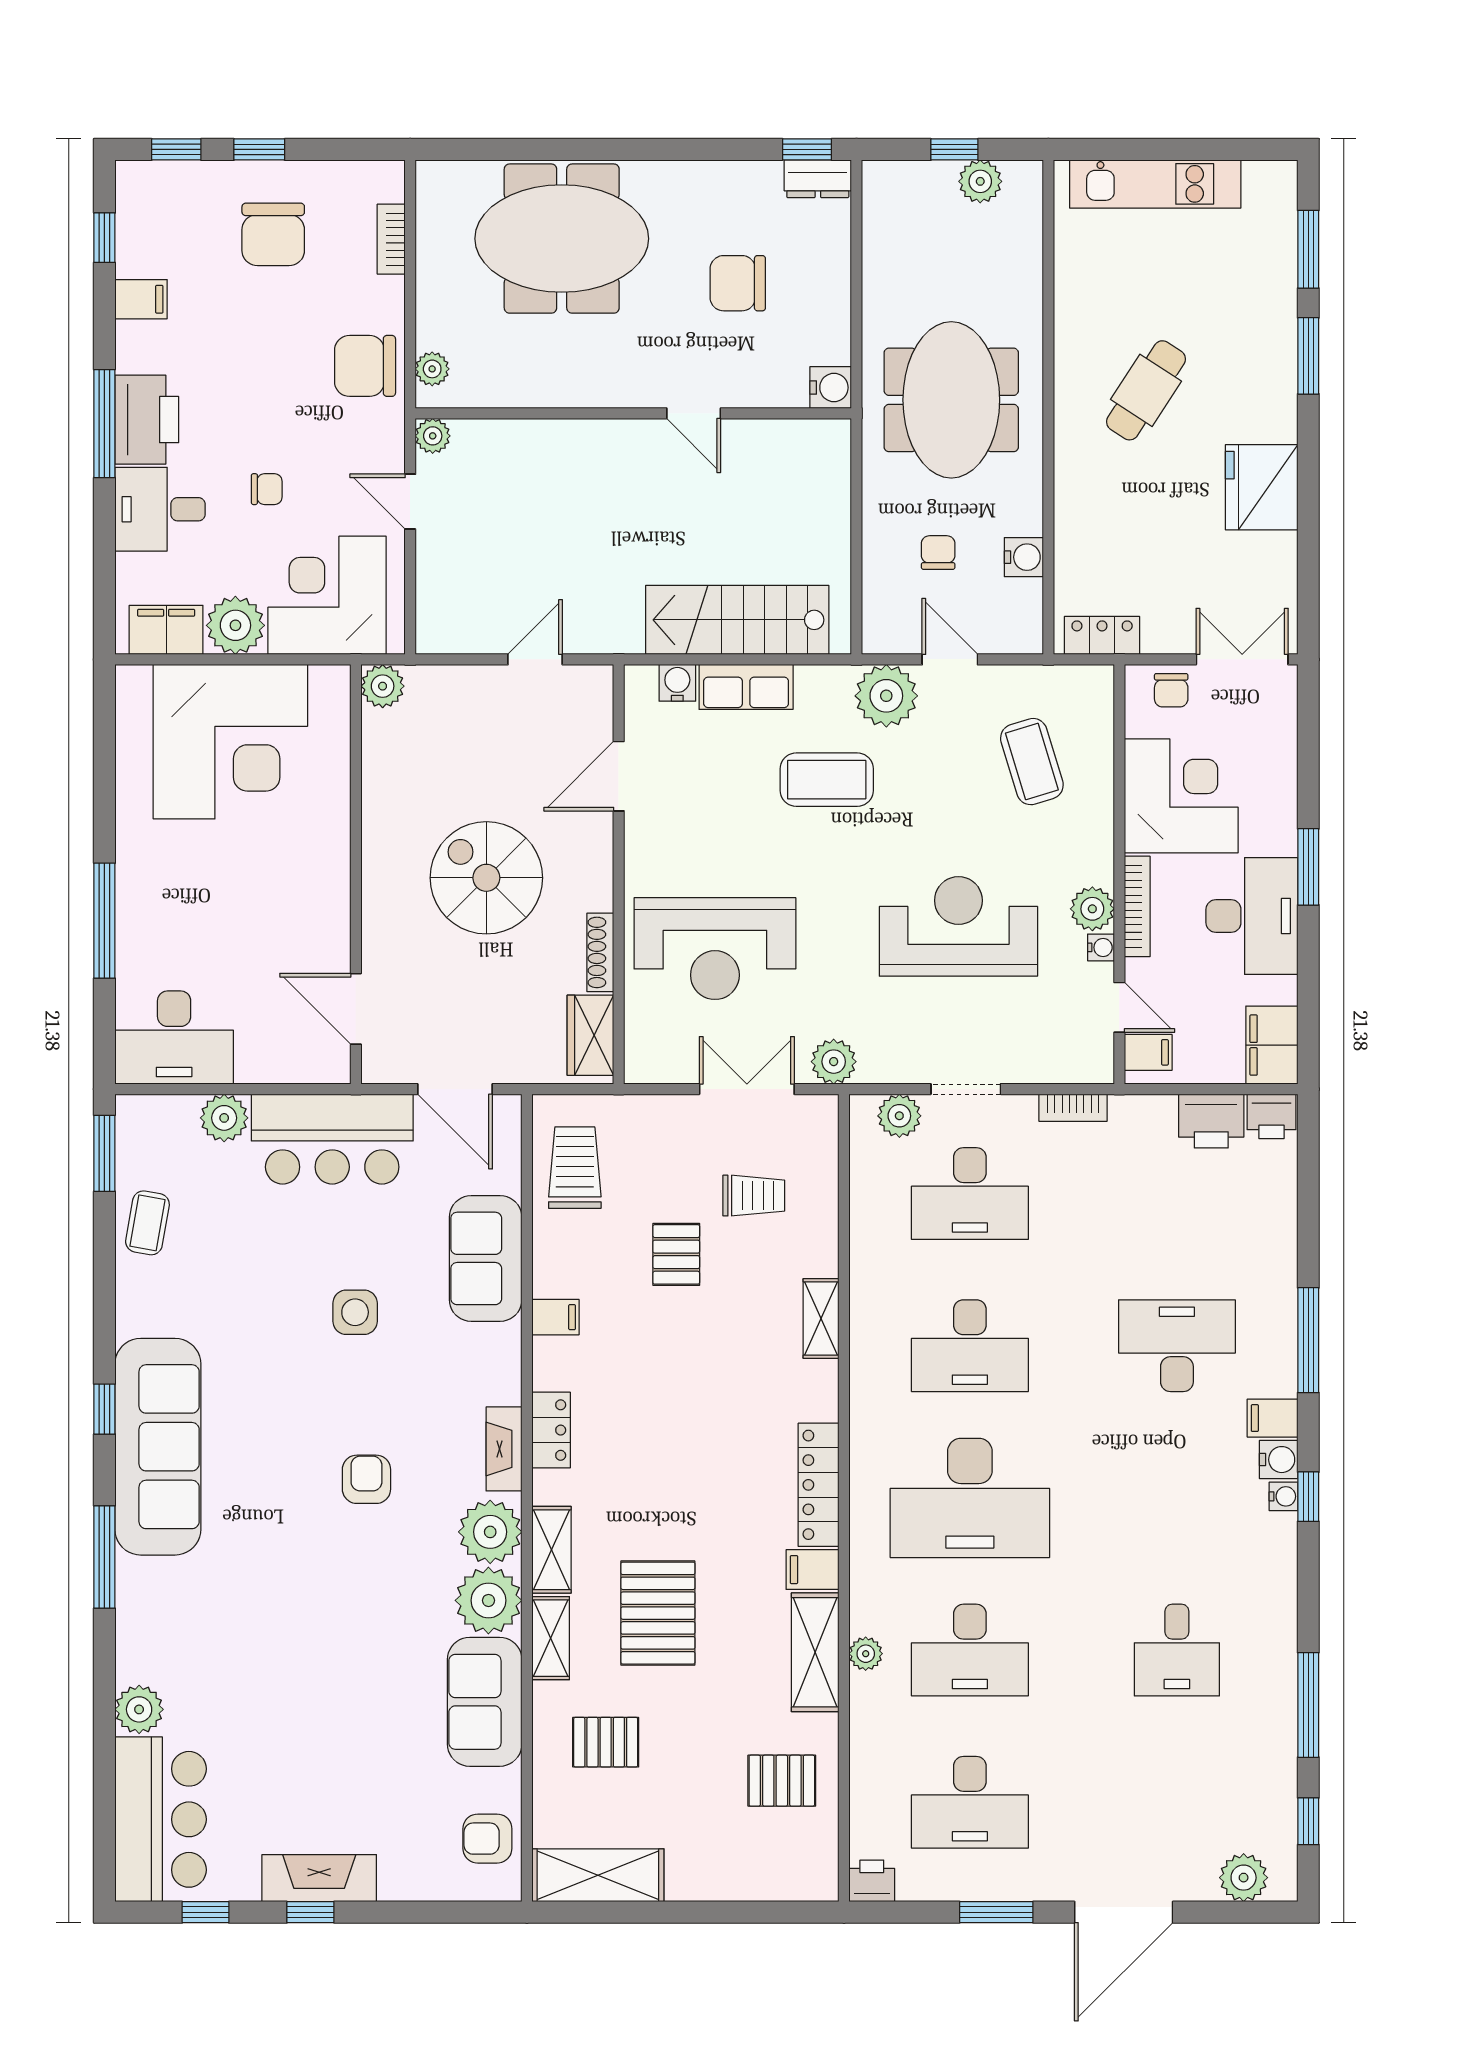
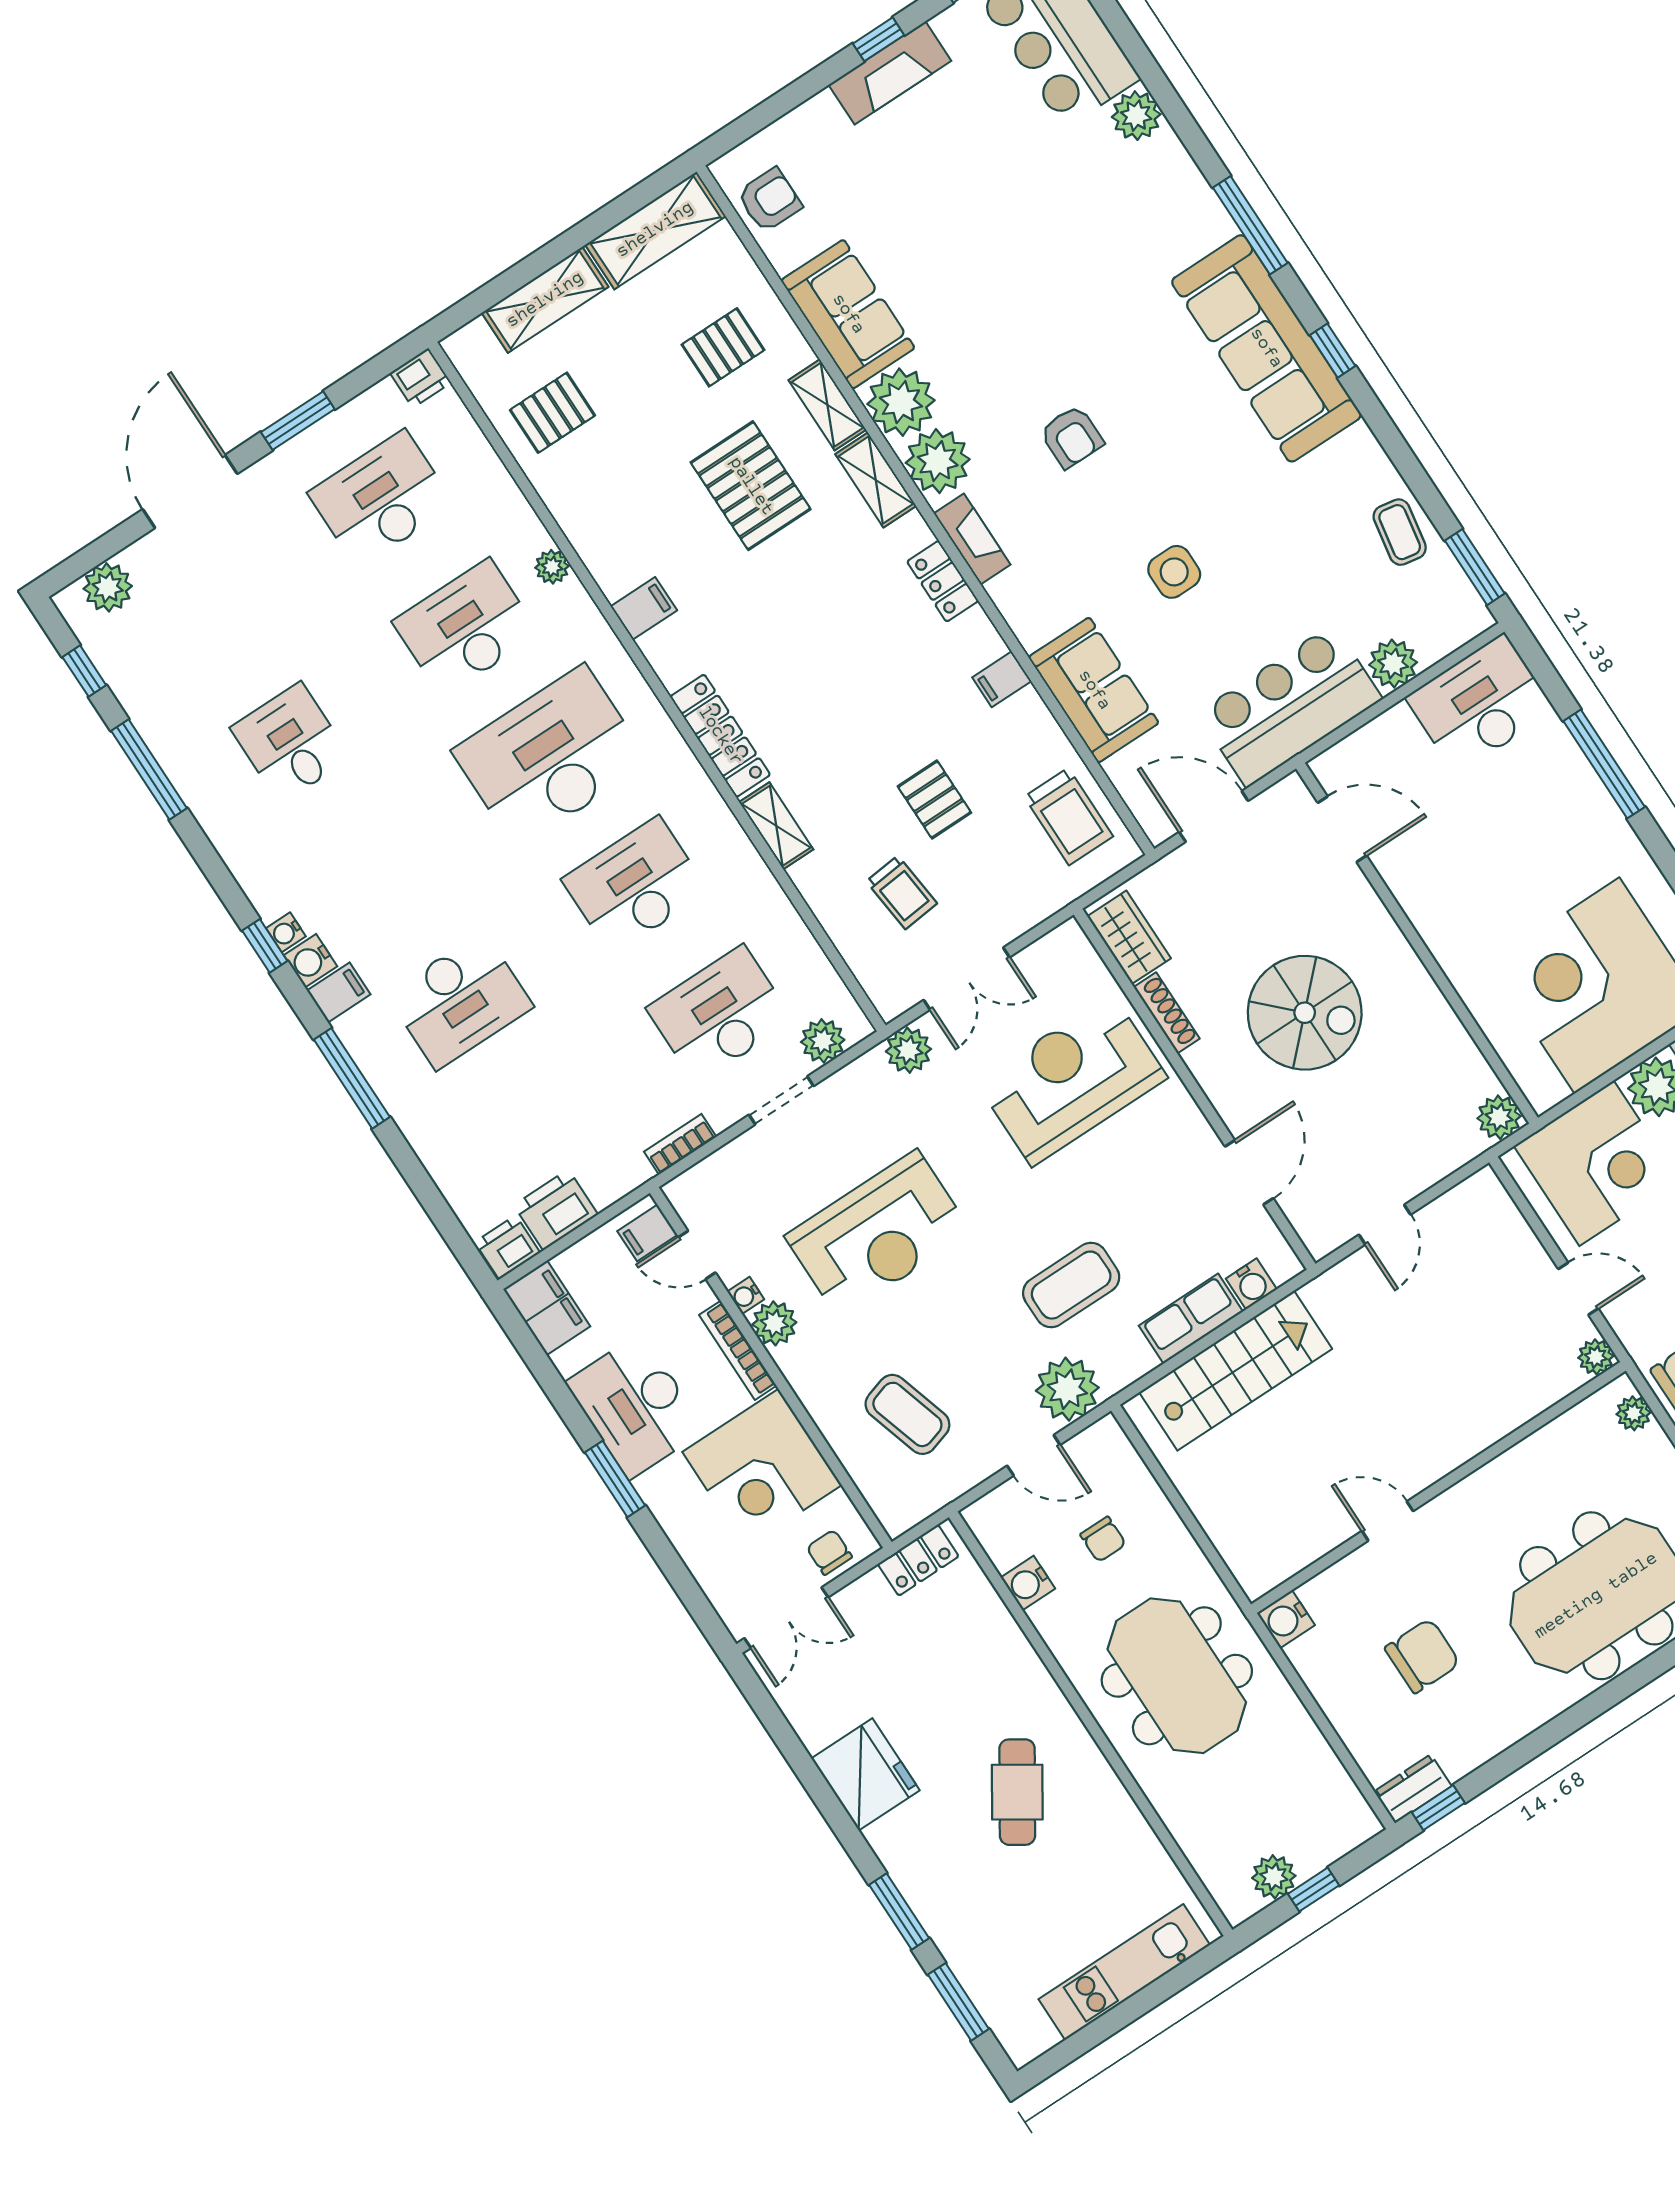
trolley: (754, 1196) -> (902, 892), turned -96
locker: (819, 1485) -> (720, 736), moved
shelving: (815, 1652) -> (545, 300), moved, turned 90

